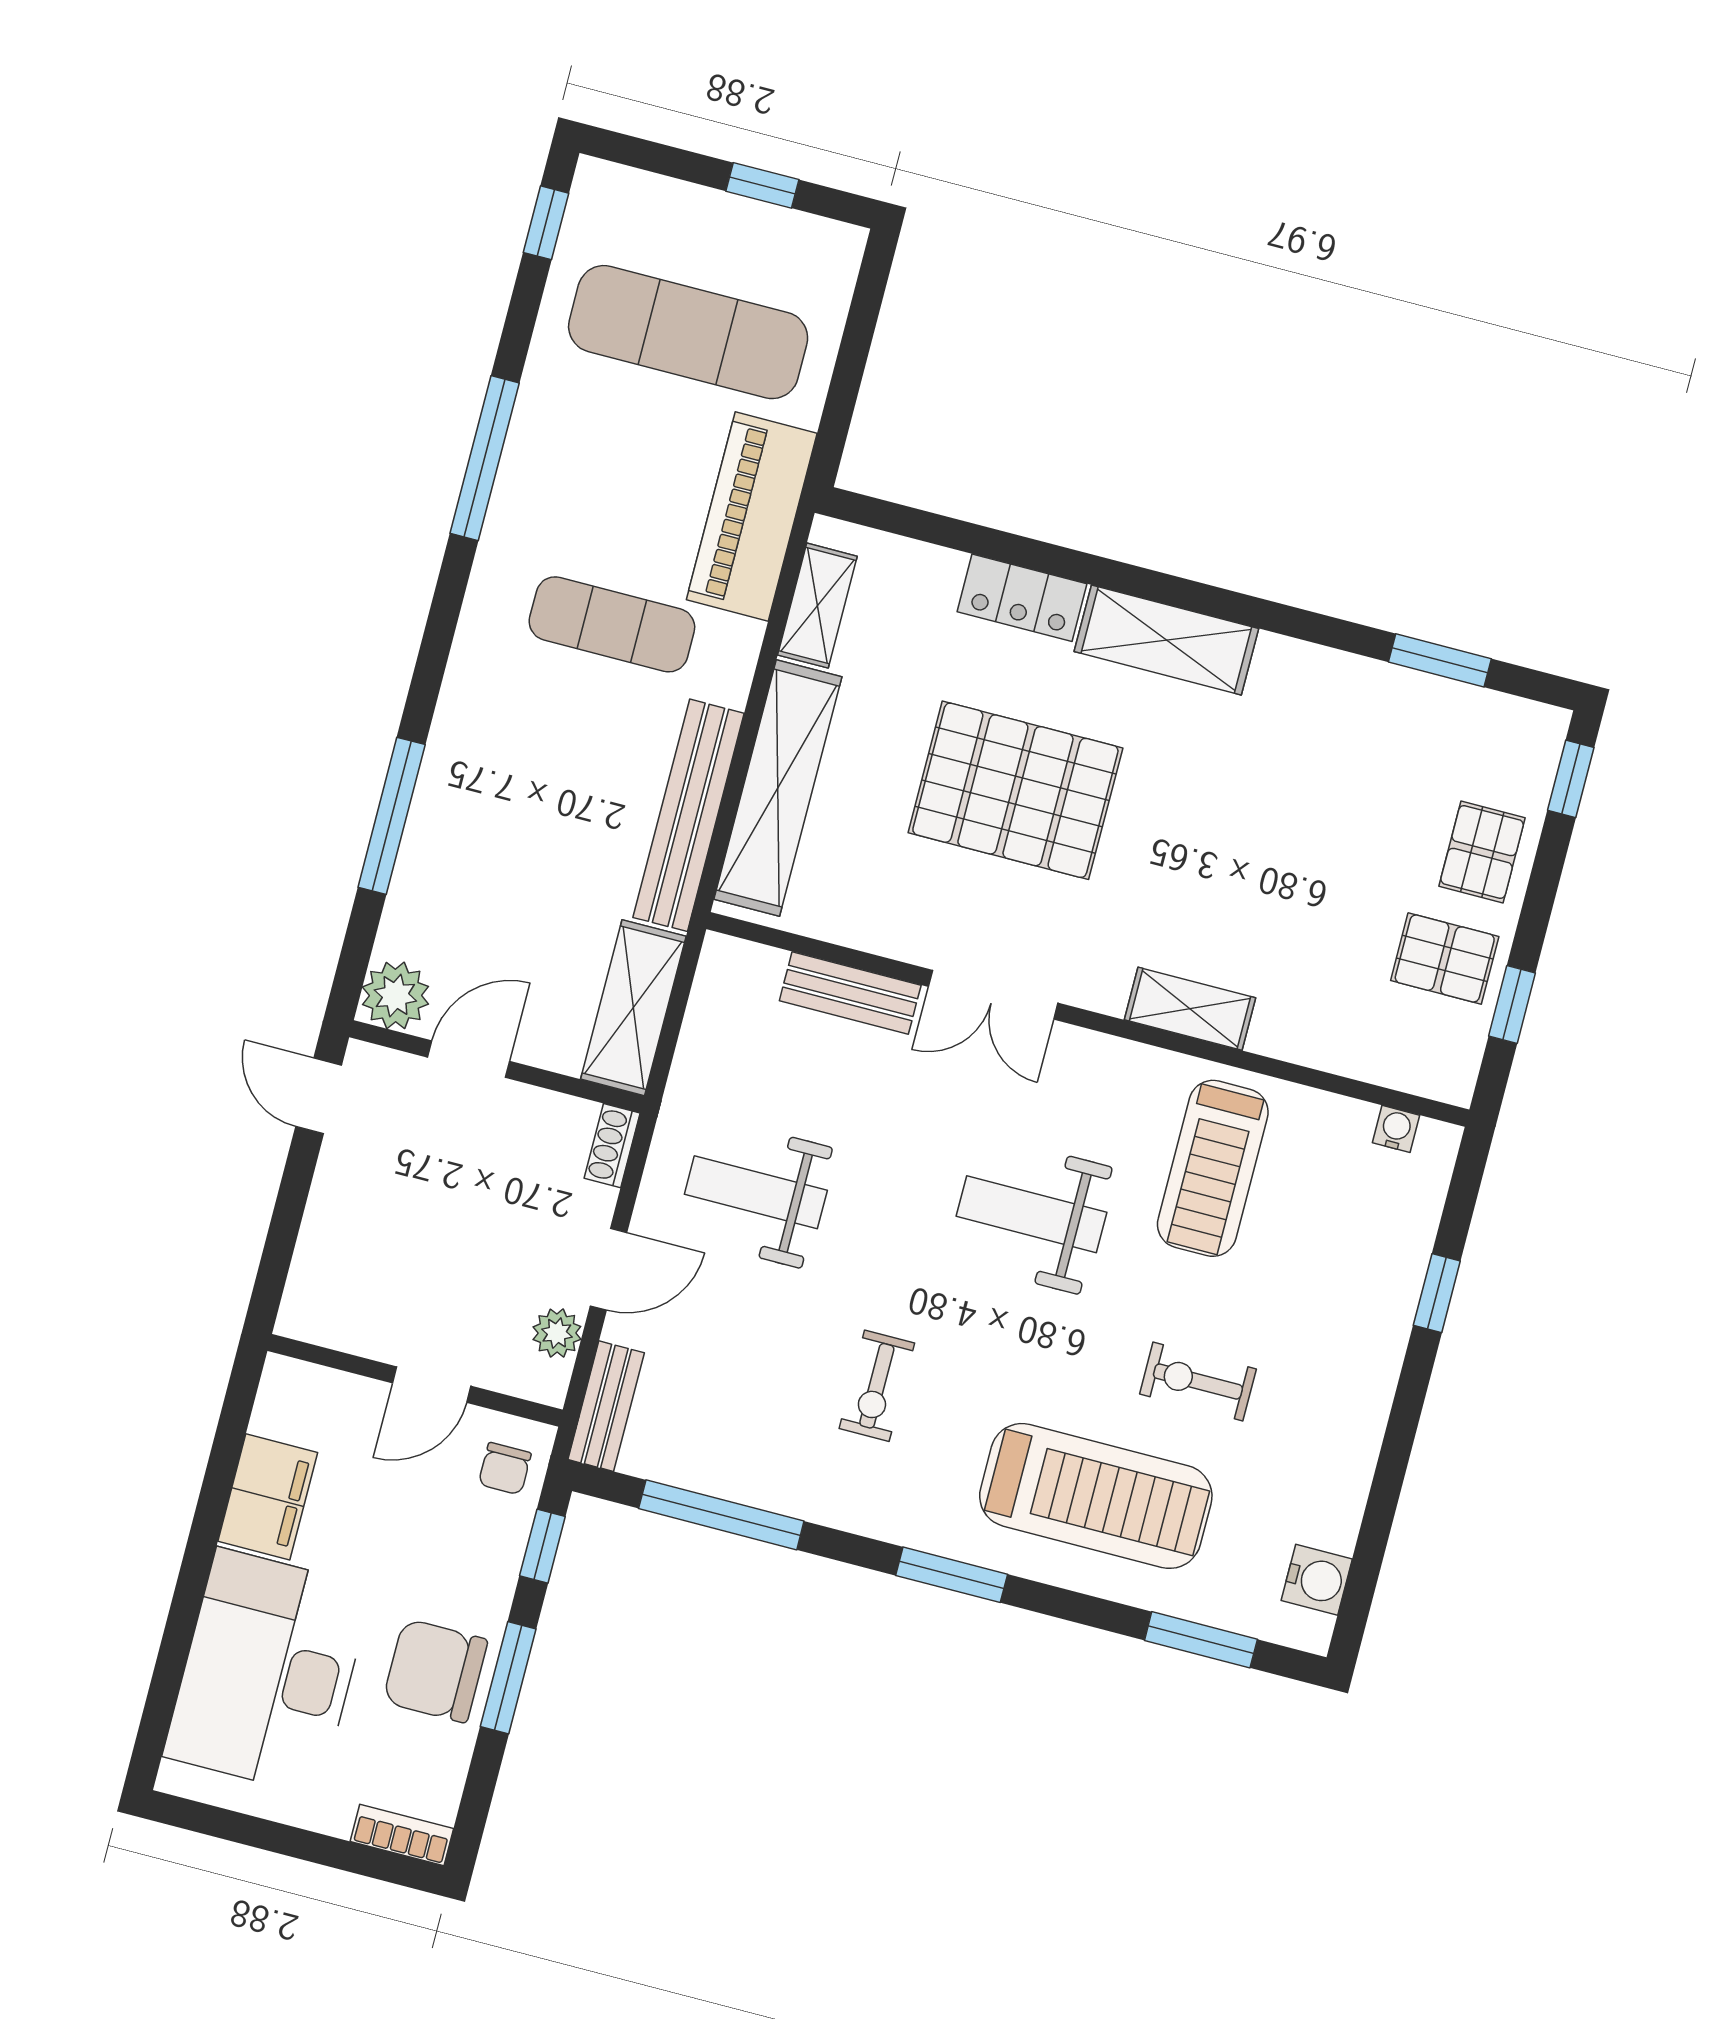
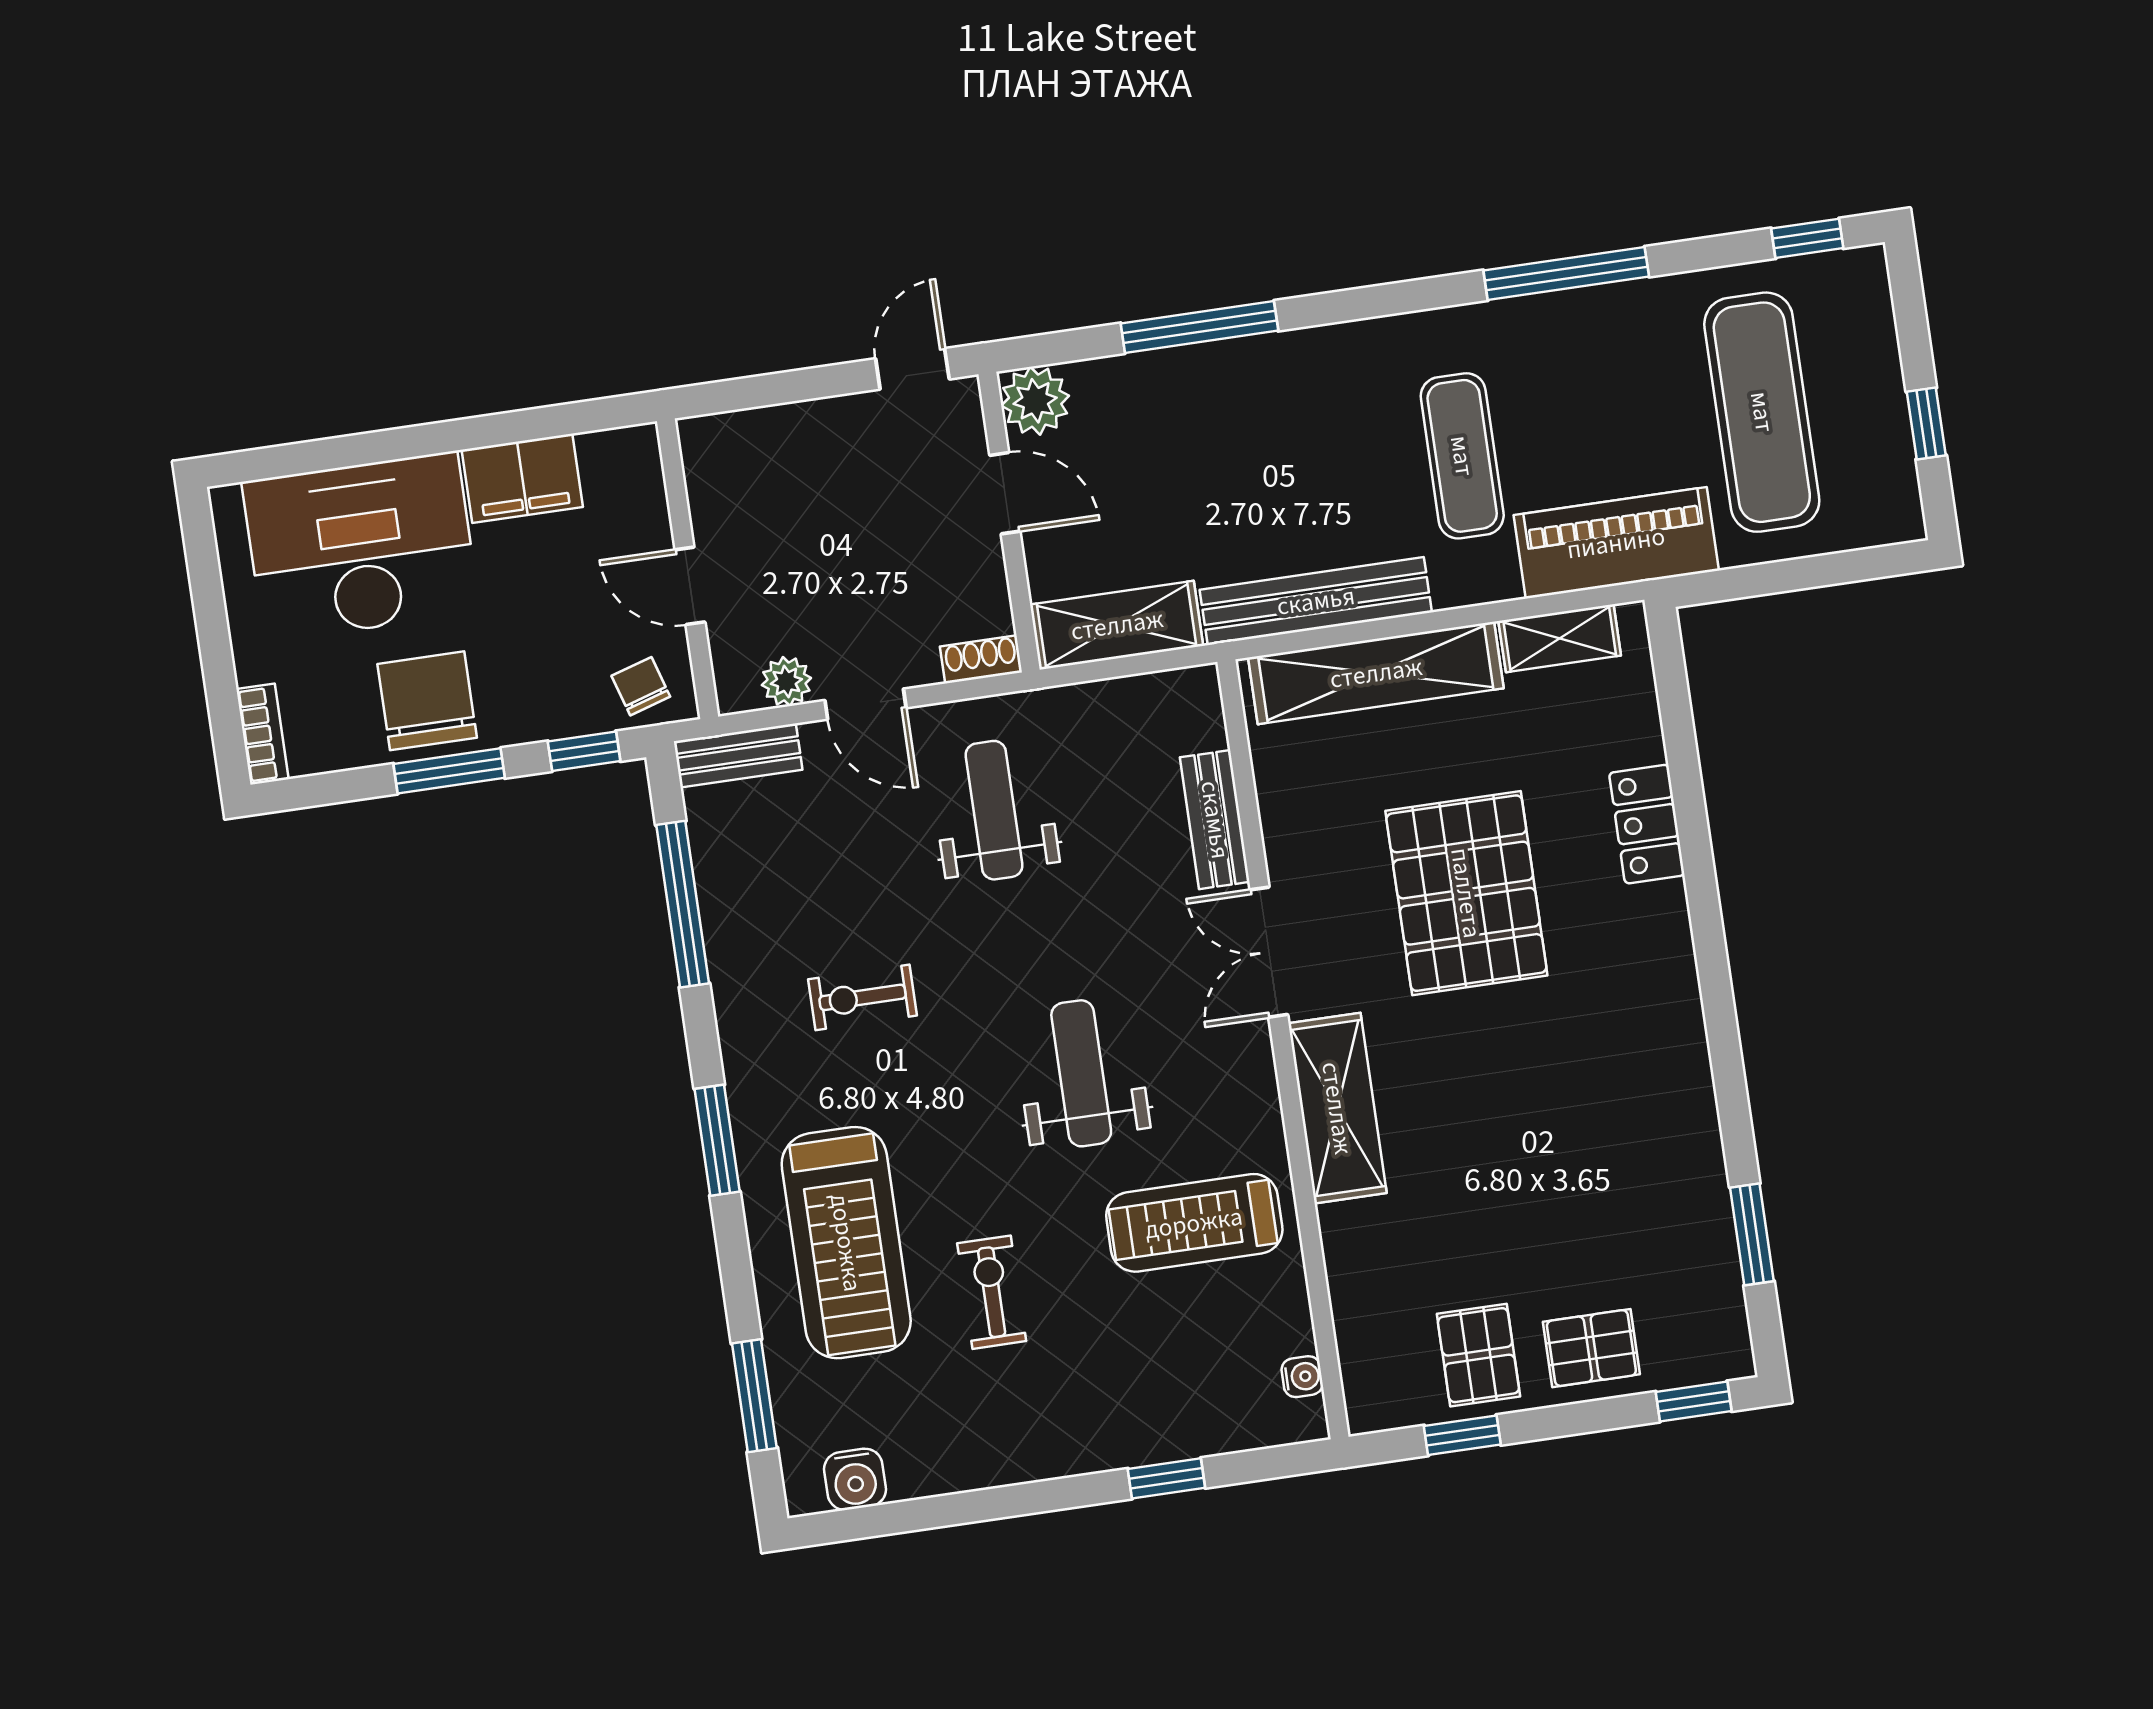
shelving: (1166, 640) -> (1664, 974), removed
shelving: (1190, 1009) -> (1337, 1108), width x1.50, depth x1.33
chair: (505, 1469) -> (641, 686), turned 73

